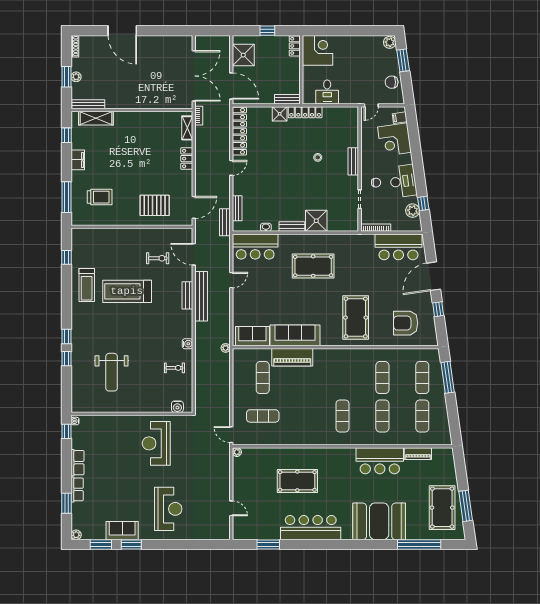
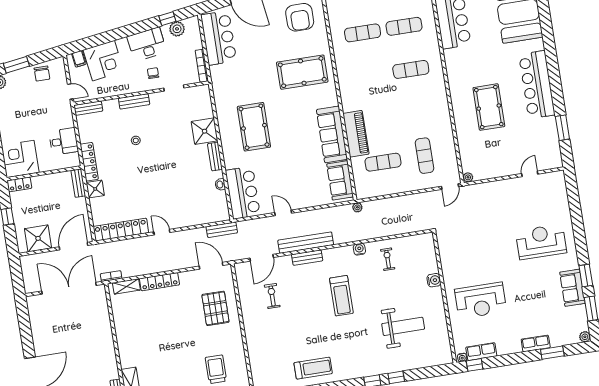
locker: (187, 159) -> (159, 282), width x1.53
bench: (237, 208) -> (88, 108), moved
treadmill: (127, 291) -> (341, 296), moved, width x0.73, depth x0.73
water cooler: (177, 407) -> (434, 280), moved
reception desk: (156, 443) -> (481, 300), moved
row of seats: (78, 463) -> (481, 352), moved

